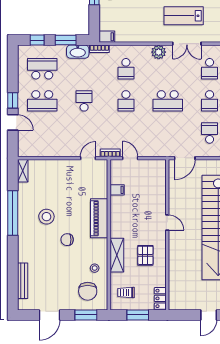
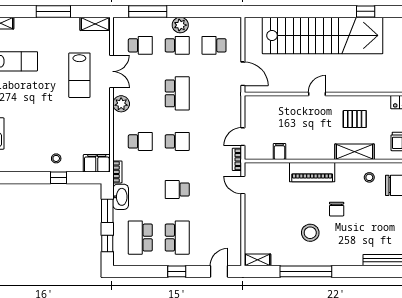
filing cabinet: (107, 37) -> (97, 163), width x2.00
door: (13, 122) -> (219, 271), moved

